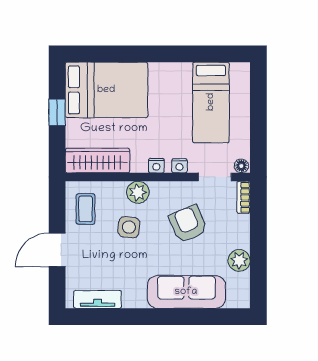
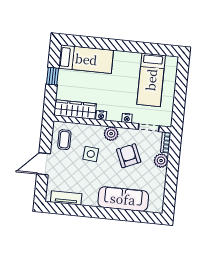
bed: (106, 90) -> (86, 59), width x0.67
nightstand: (156, 166) -> (101, 115), moved
floor lamp: (241, 166) -> (166, 122), removed
plant: (138, 192) -> (111, 134), moved
plant: (239, 260) -> (161, 161), moved

